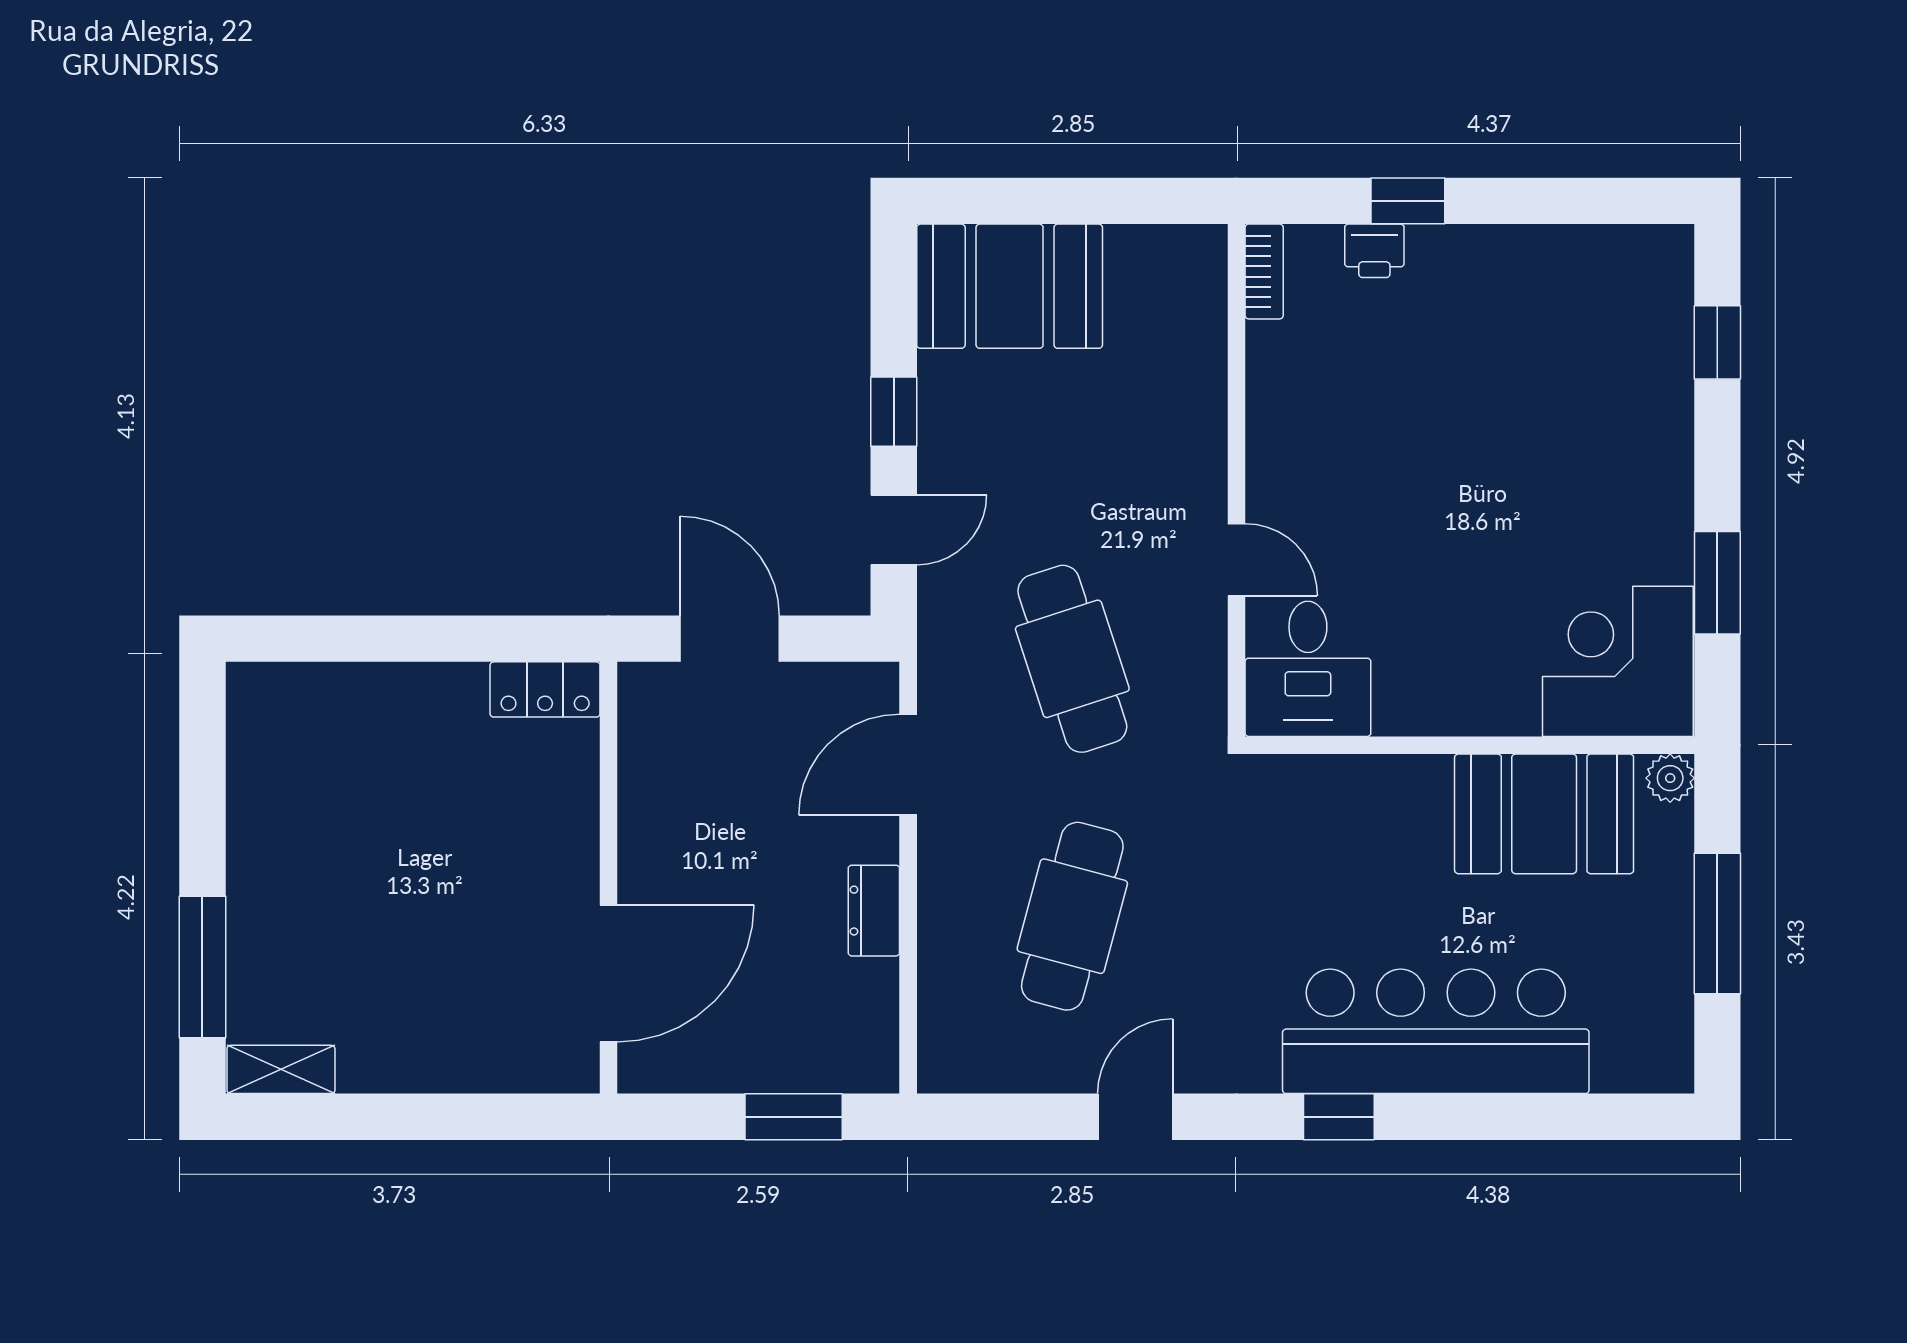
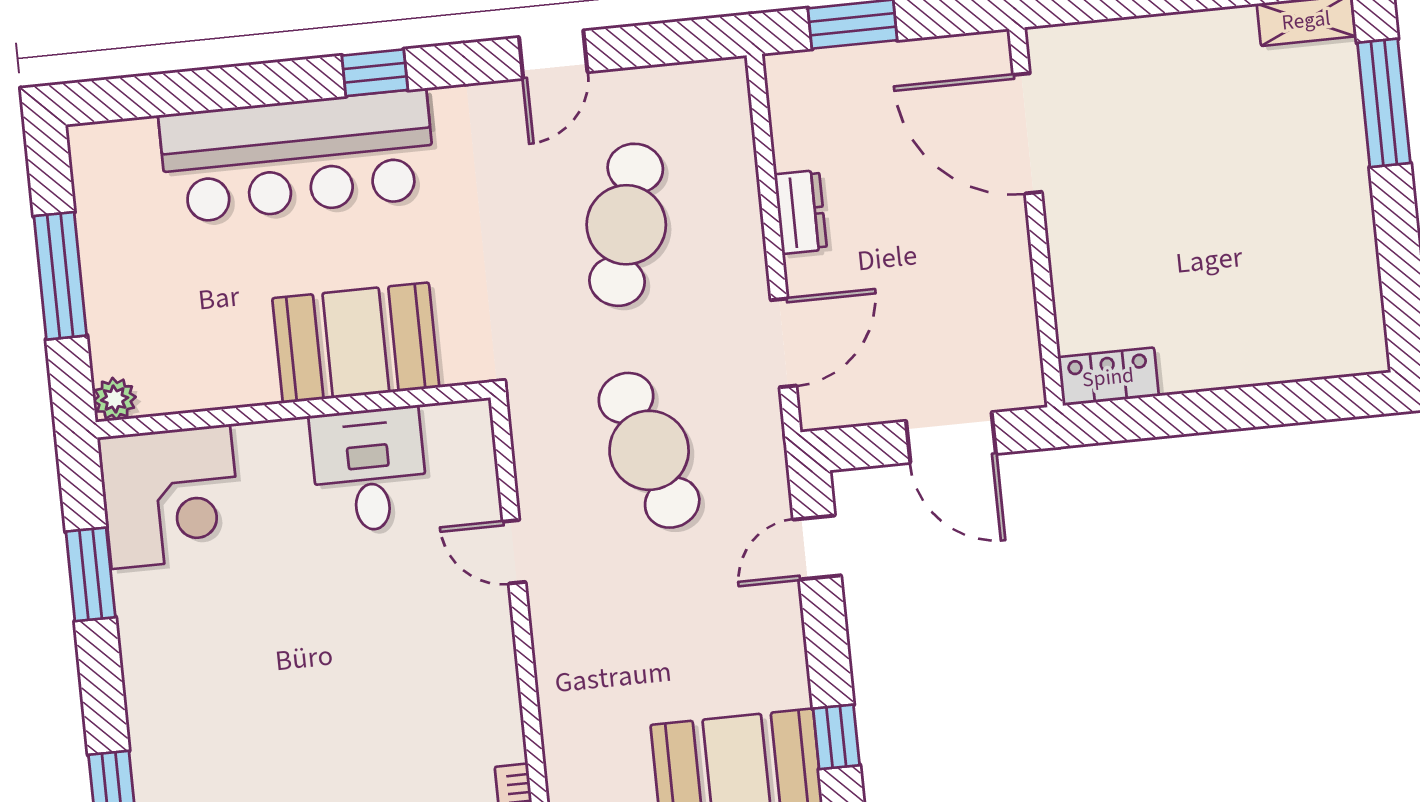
window: (894, 412) -> (836, 737), moved
desk: (1308, 669) -> (369, 470), moved
booth: (1544, 814) -> (356, 343), moved
door: (609, 973) -> (1027, 133), hinge flipped

